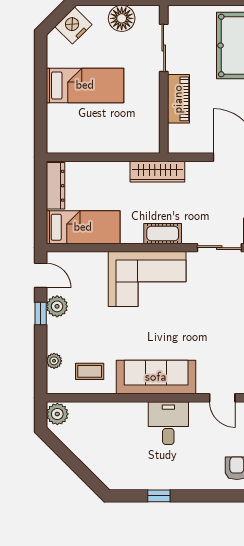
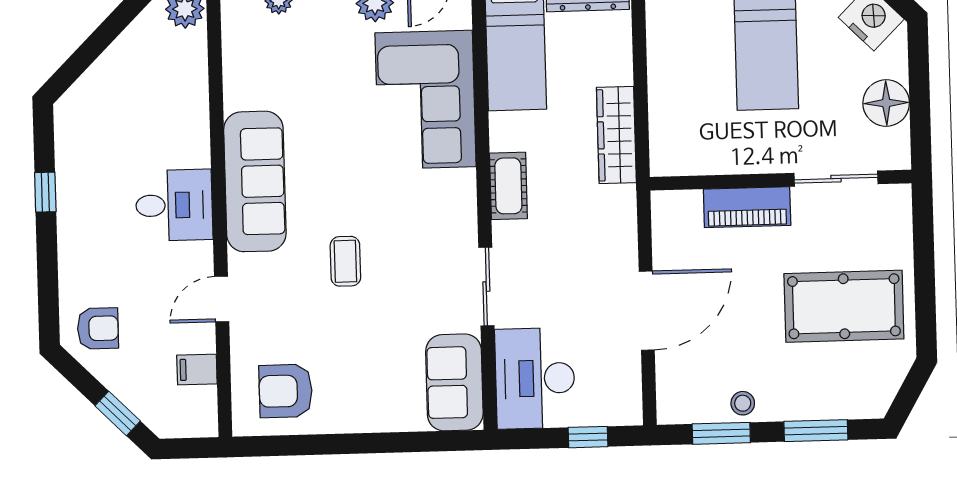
wardrobe: (157, 172) -> (616, 135), moved
corner sofa: (147, 279) -> (426, 100), moved
coffee table: (90, 371) -> (345, 261), moved

